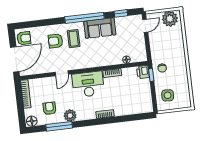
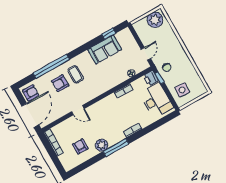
window: (84, 18) -> (51, 66), moved
door: (145, 26) -> (146, 54), moved
sofa: (100, 28) -> (105, 49), moved
door: (62, 73) -> (78, 110), hinge flipped
desk: (88, 84) -> (156, 100), moved, turned 90
floor lamp: (32, 121) -> (69, 165), removed
window: (59, 126) -> (116, 148), moved

